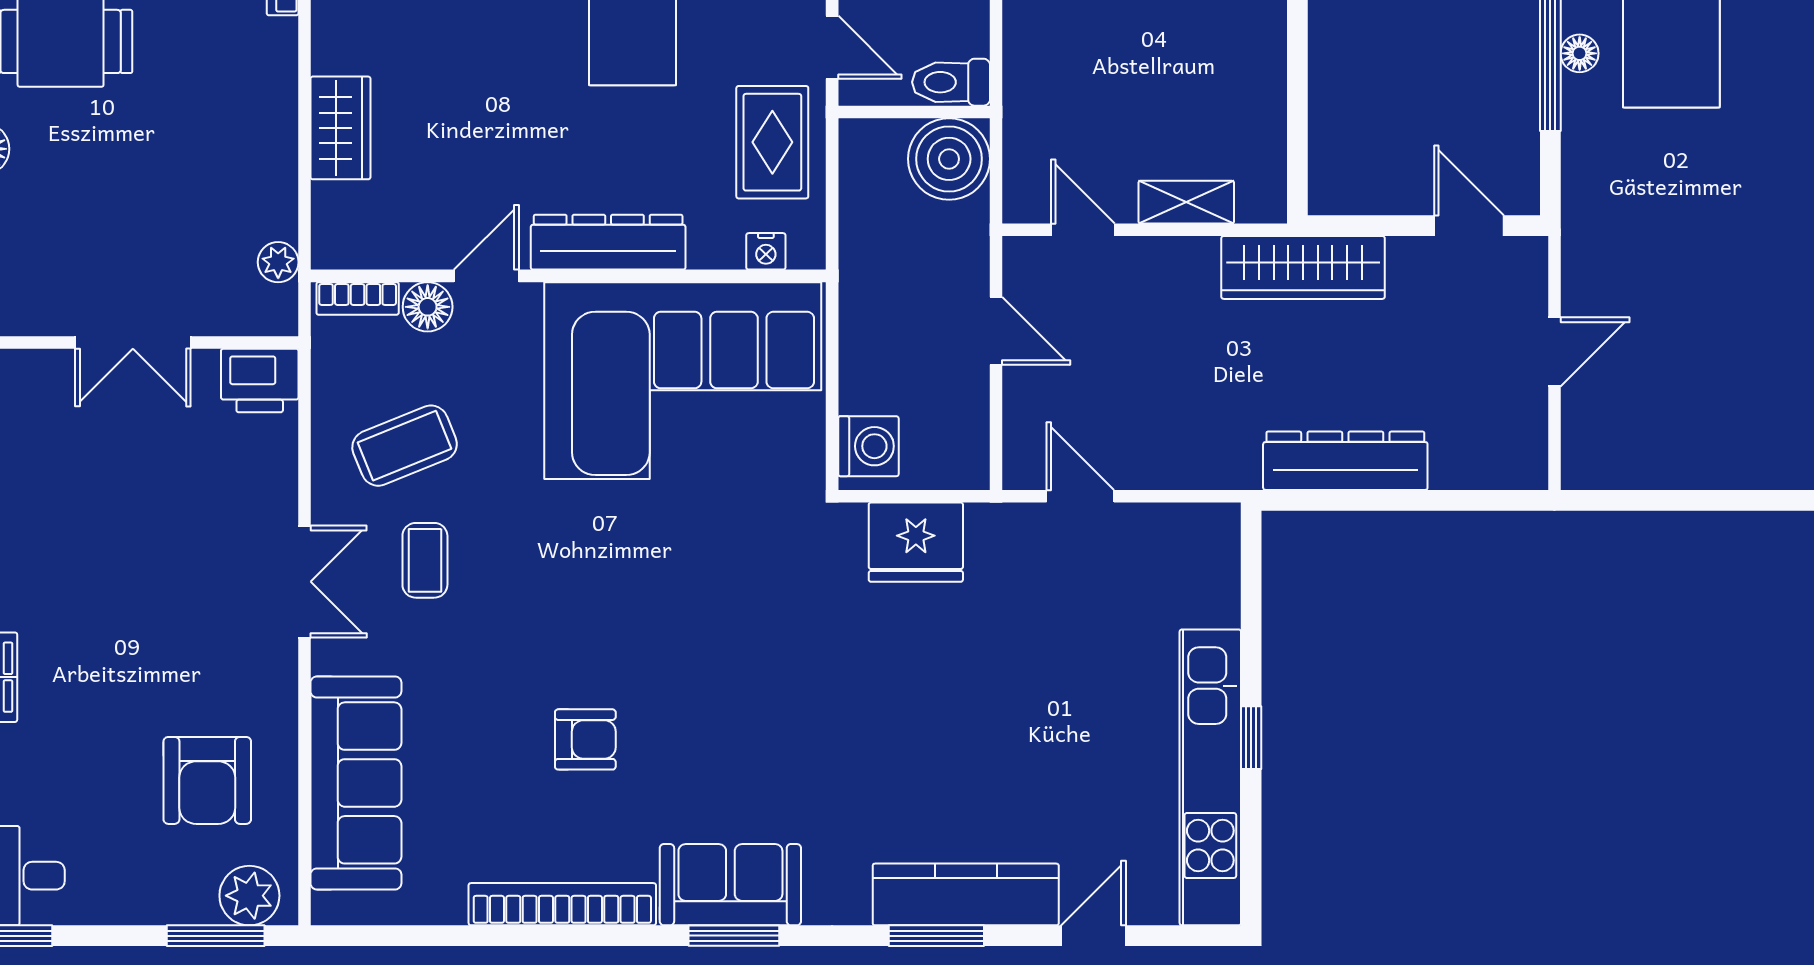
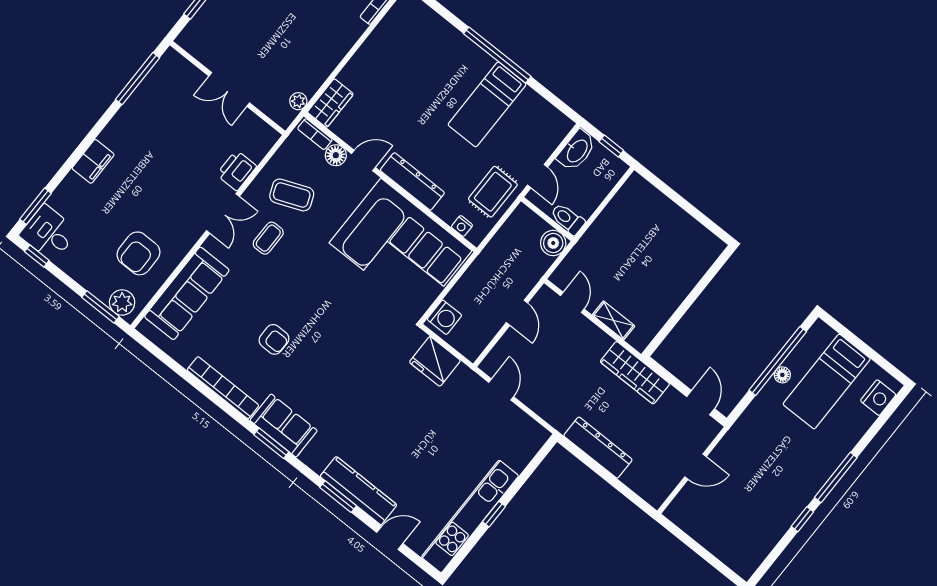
wardrobe: (340, 128) -> (330, 103), moved
boiler: (949, 159) -> (553, 243), width x0.73, depth x0.73
printer: (260, 381) -> (237, 171), moved, turned 90

